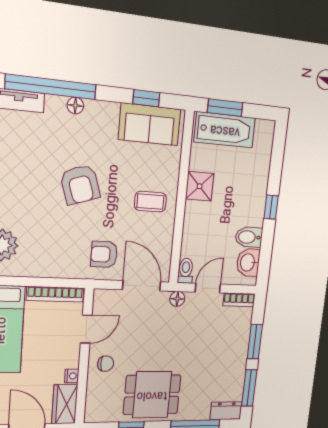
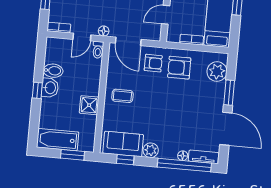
floor lamp: (75, 106) -> (183, 156), moved
plant: (106, 113) -> (151, 150), added
bathtub: (225, 130) -> (58, 140), moved
armchair: (80, 185) -> (179, 68), moved, turned -72
washbasin: (248, 262) -> (50, 88), moved
bookcase: (55, 294) -> (192, 40), width x0.64

